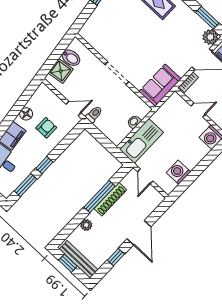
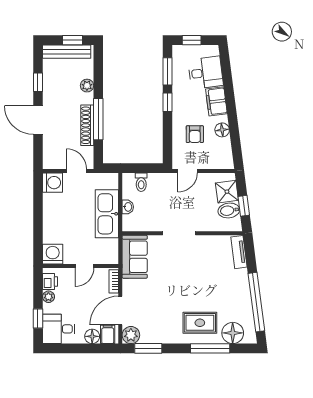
tv unit: (90, 25) -> (239, 252), added
window: (58, 52) -> (244, 206), added
toilet: (94, 114) -> (141, 182), moved
kitchen sink: (141, 141) -> (107, 214), moved
washing machine: (178, 172) -> (52, 183), moved

